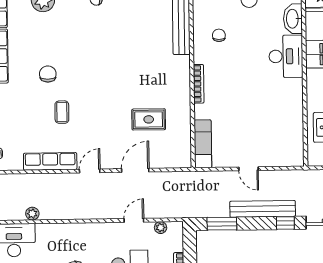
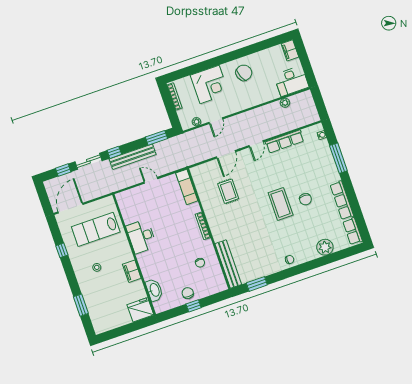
desk: (286, 56) -> (141, 236), moved
coffee table: (62, 112) -> (281, 204), moved, width x1.86, depth x1.72
rug: (149, 119) -> (228, 191), turned 90

